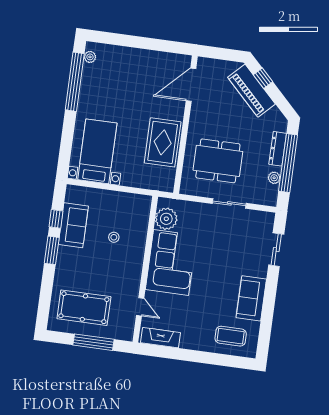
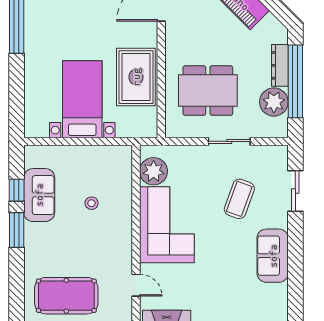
bed with nightstands: (97, 151) -> (82, 99), moved
plant: (274, 178) -> (274, 102), width x1.88, depth x1.88
coffee table: (231, 336) -> (239, 199), moved, turned -70

